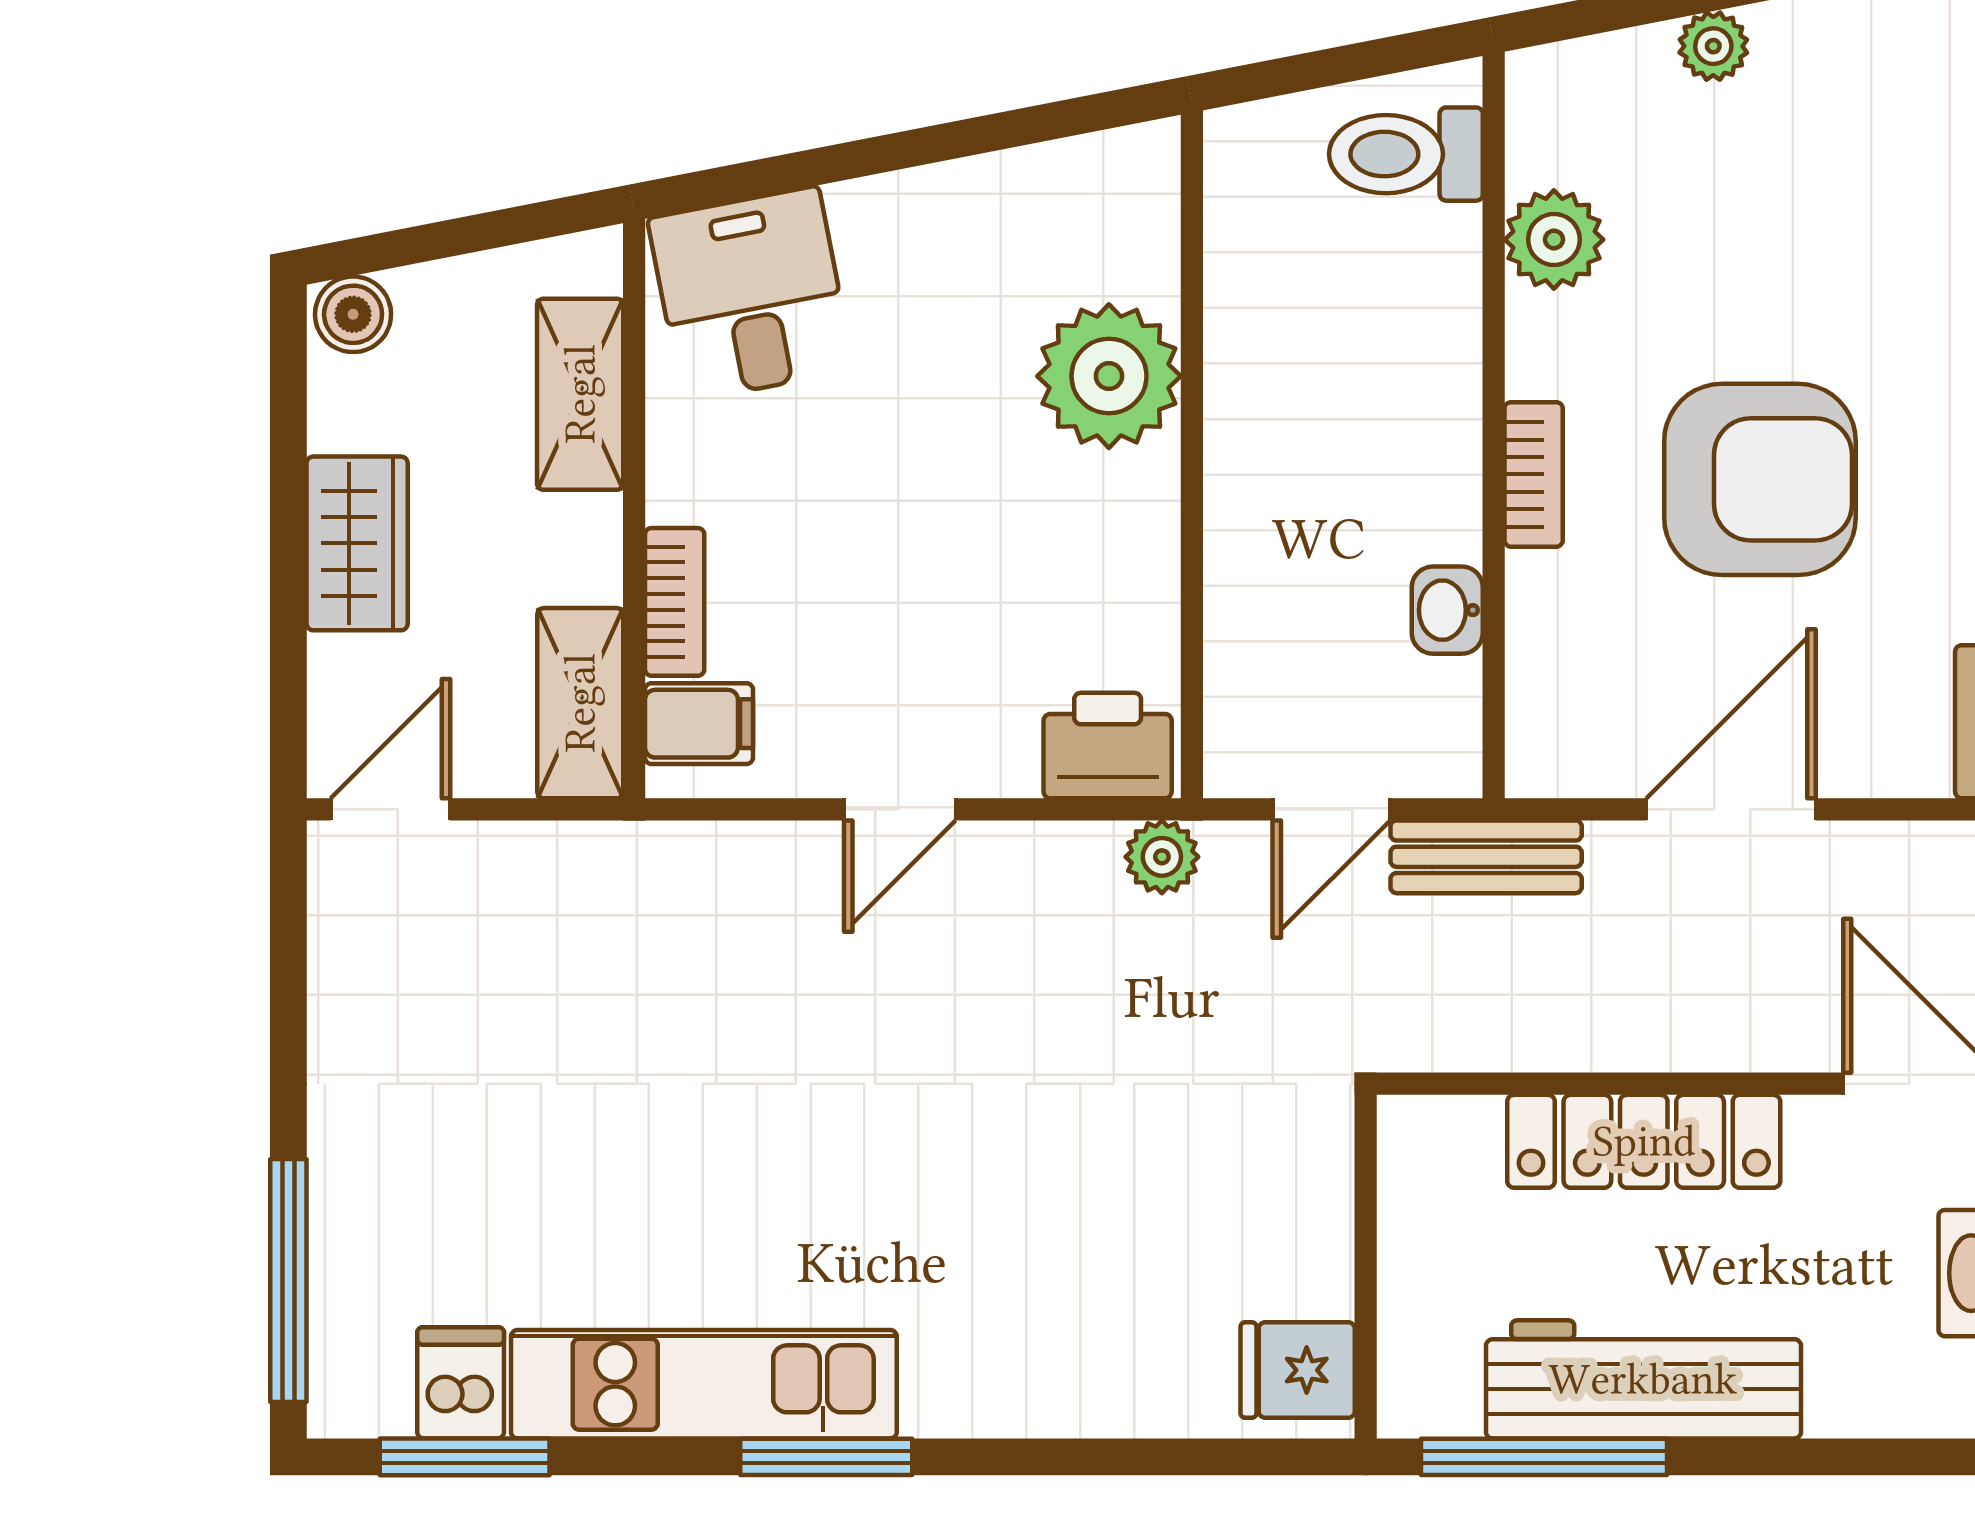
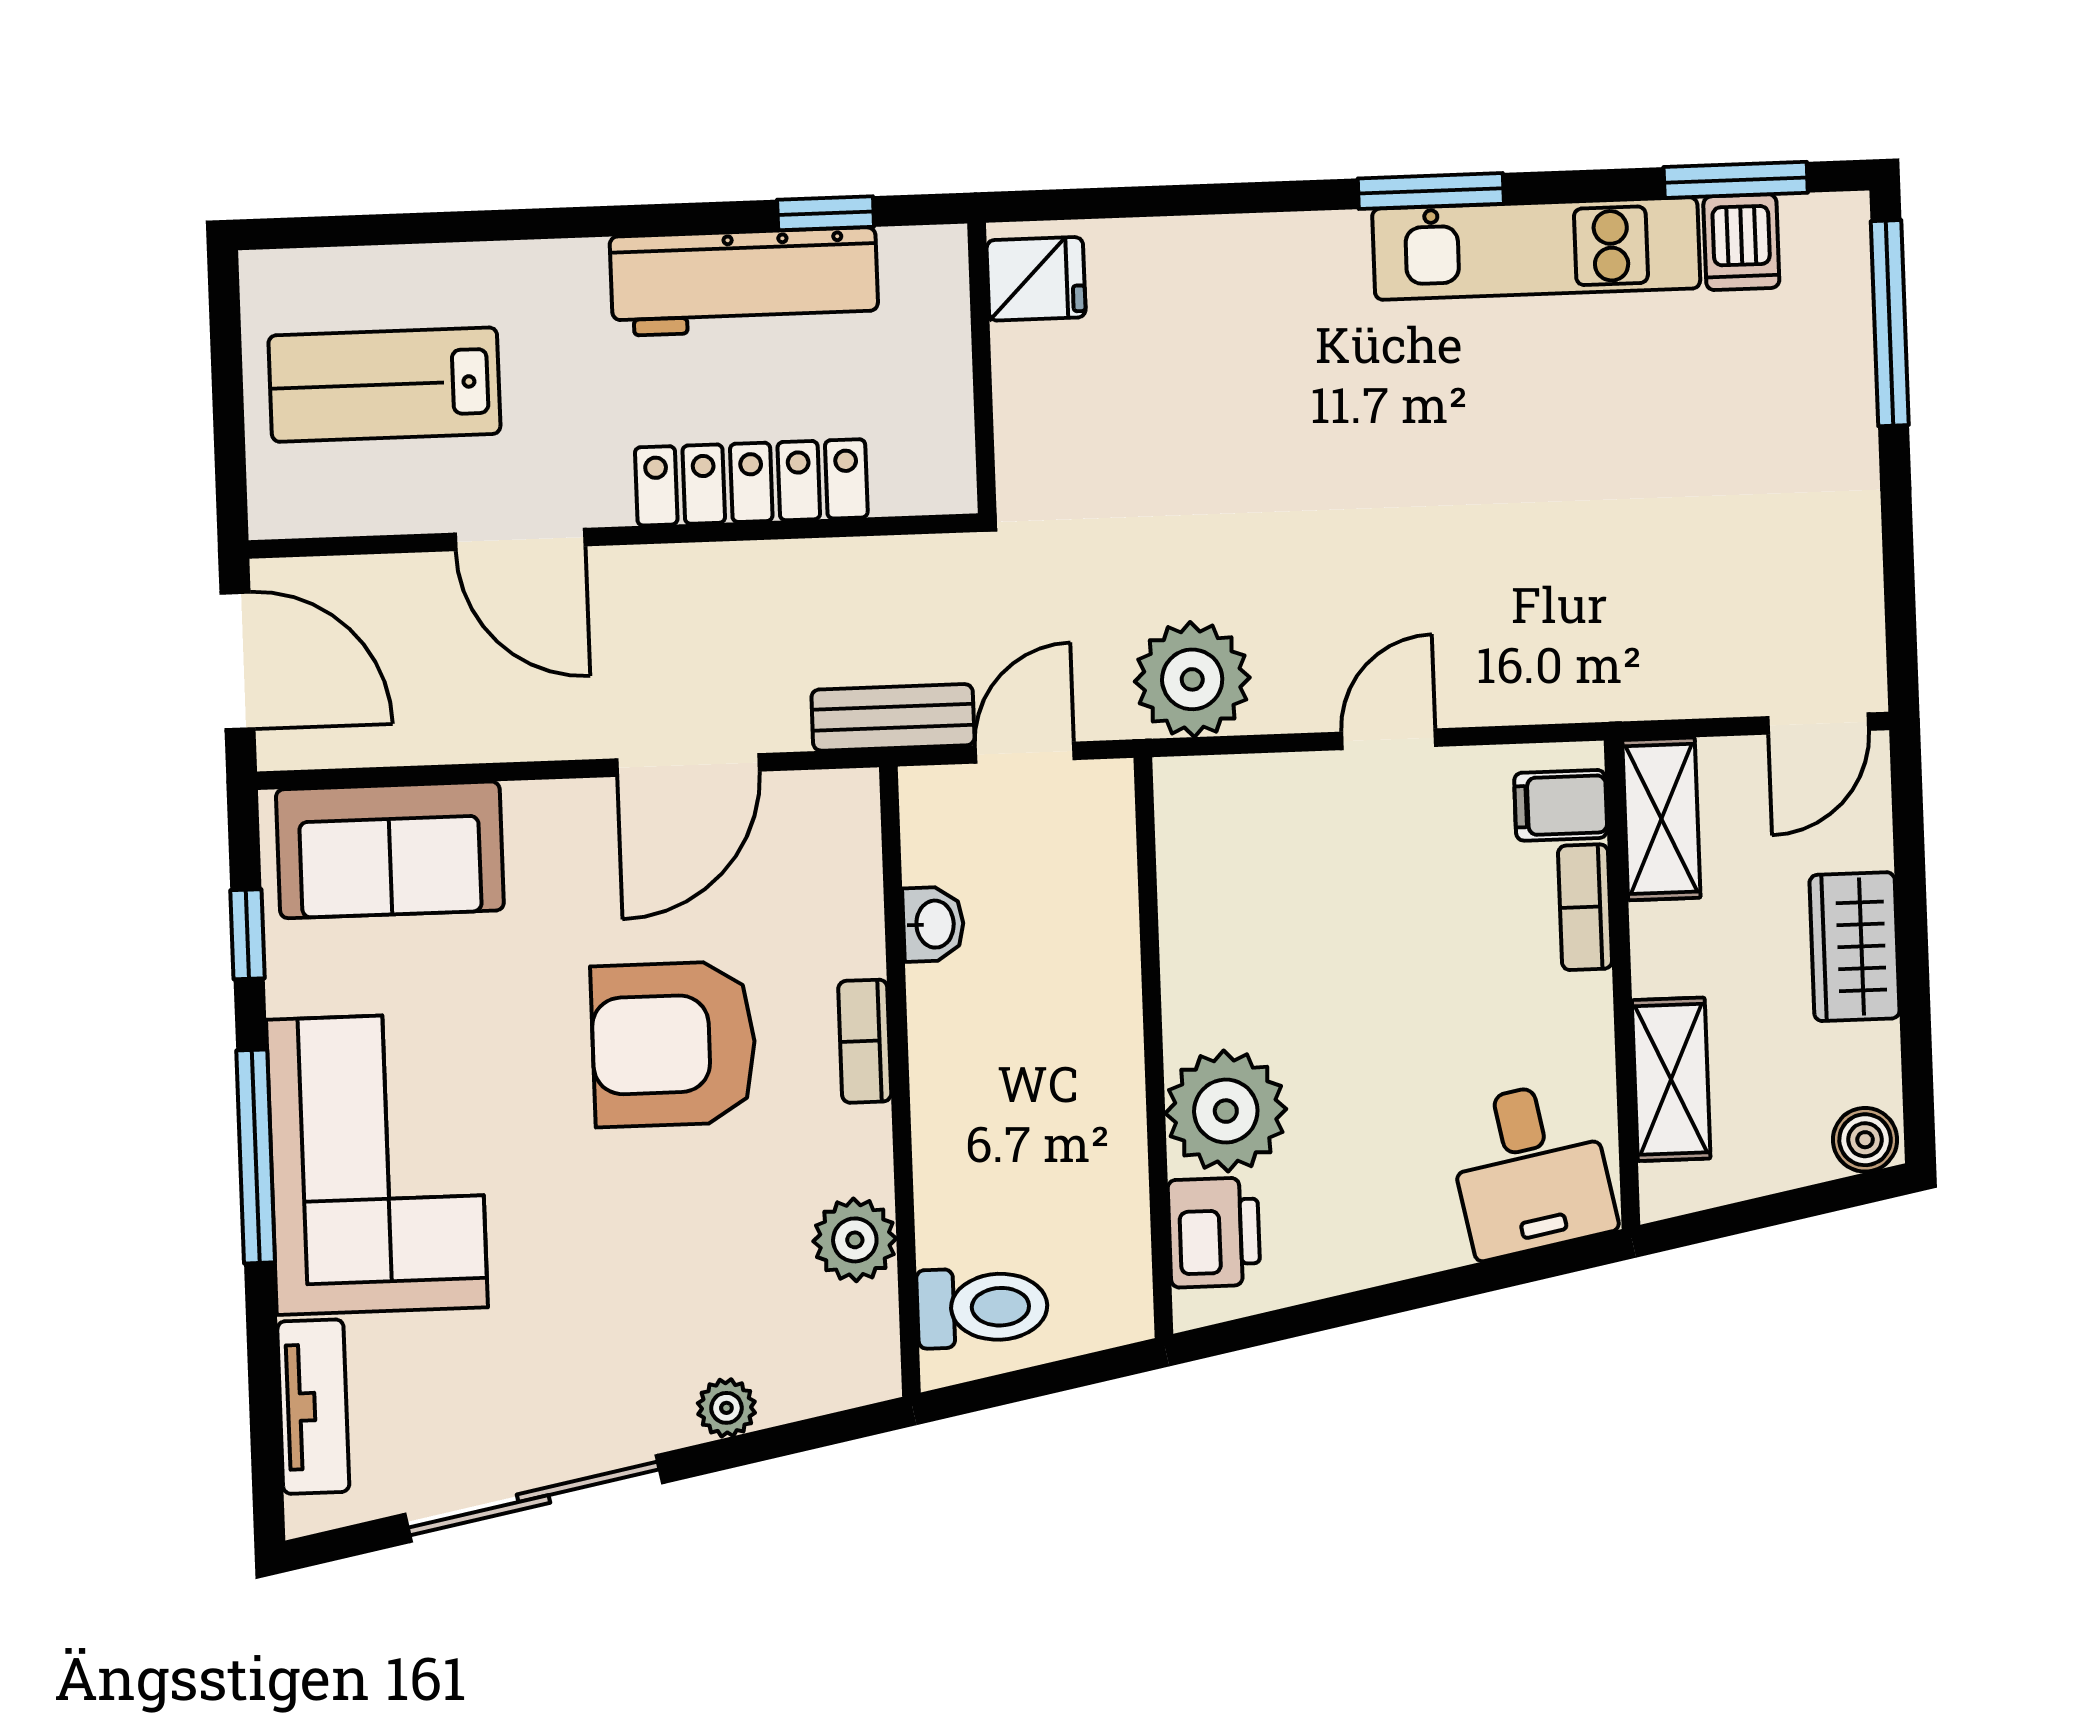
printer: (1108, 746) -> (1214, 1232), moved, turned -90
plant: (1162, 857) -> (1192, 679), width x1.88, depth x1.88
window: (1544, 1457) -> (826, 213), width x0.46

